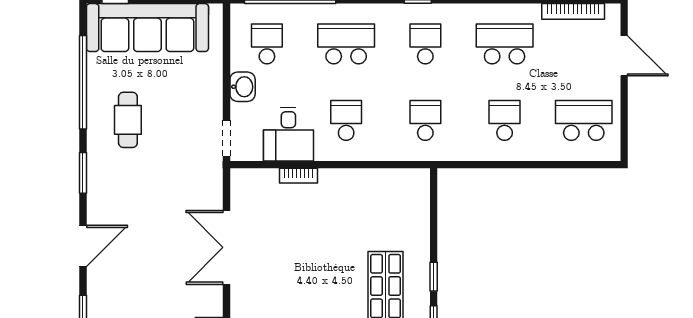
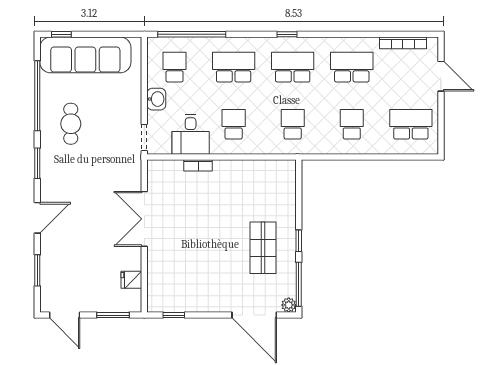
school desk: (425, 44) -> (293, 67), width x1.85

